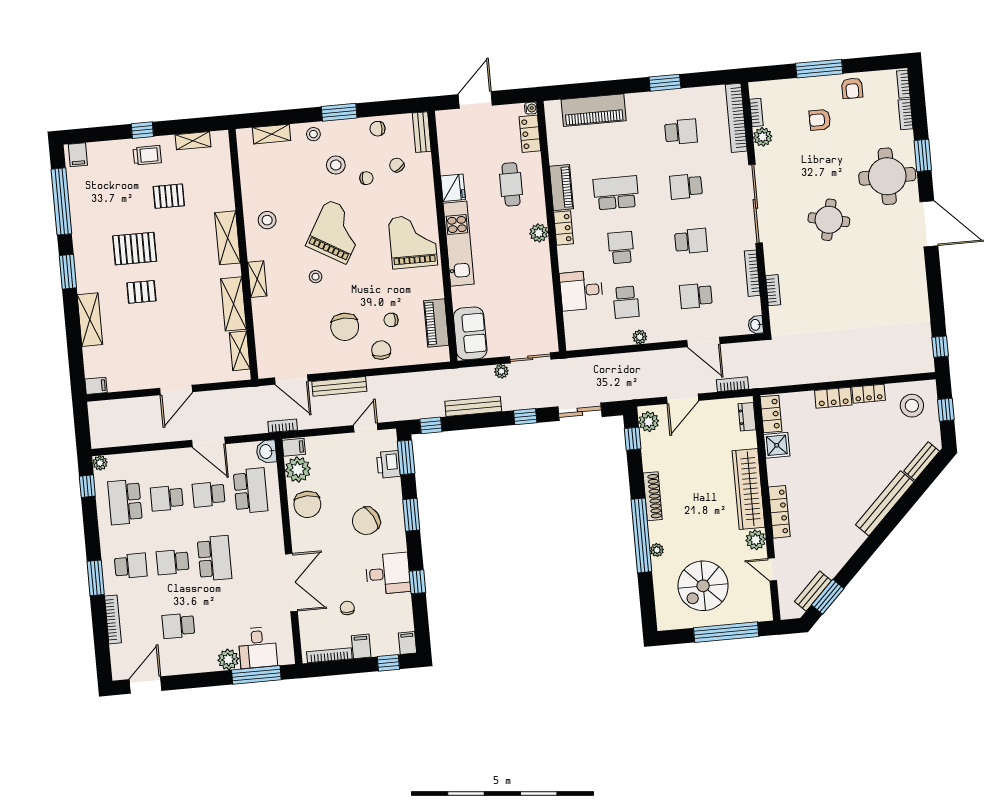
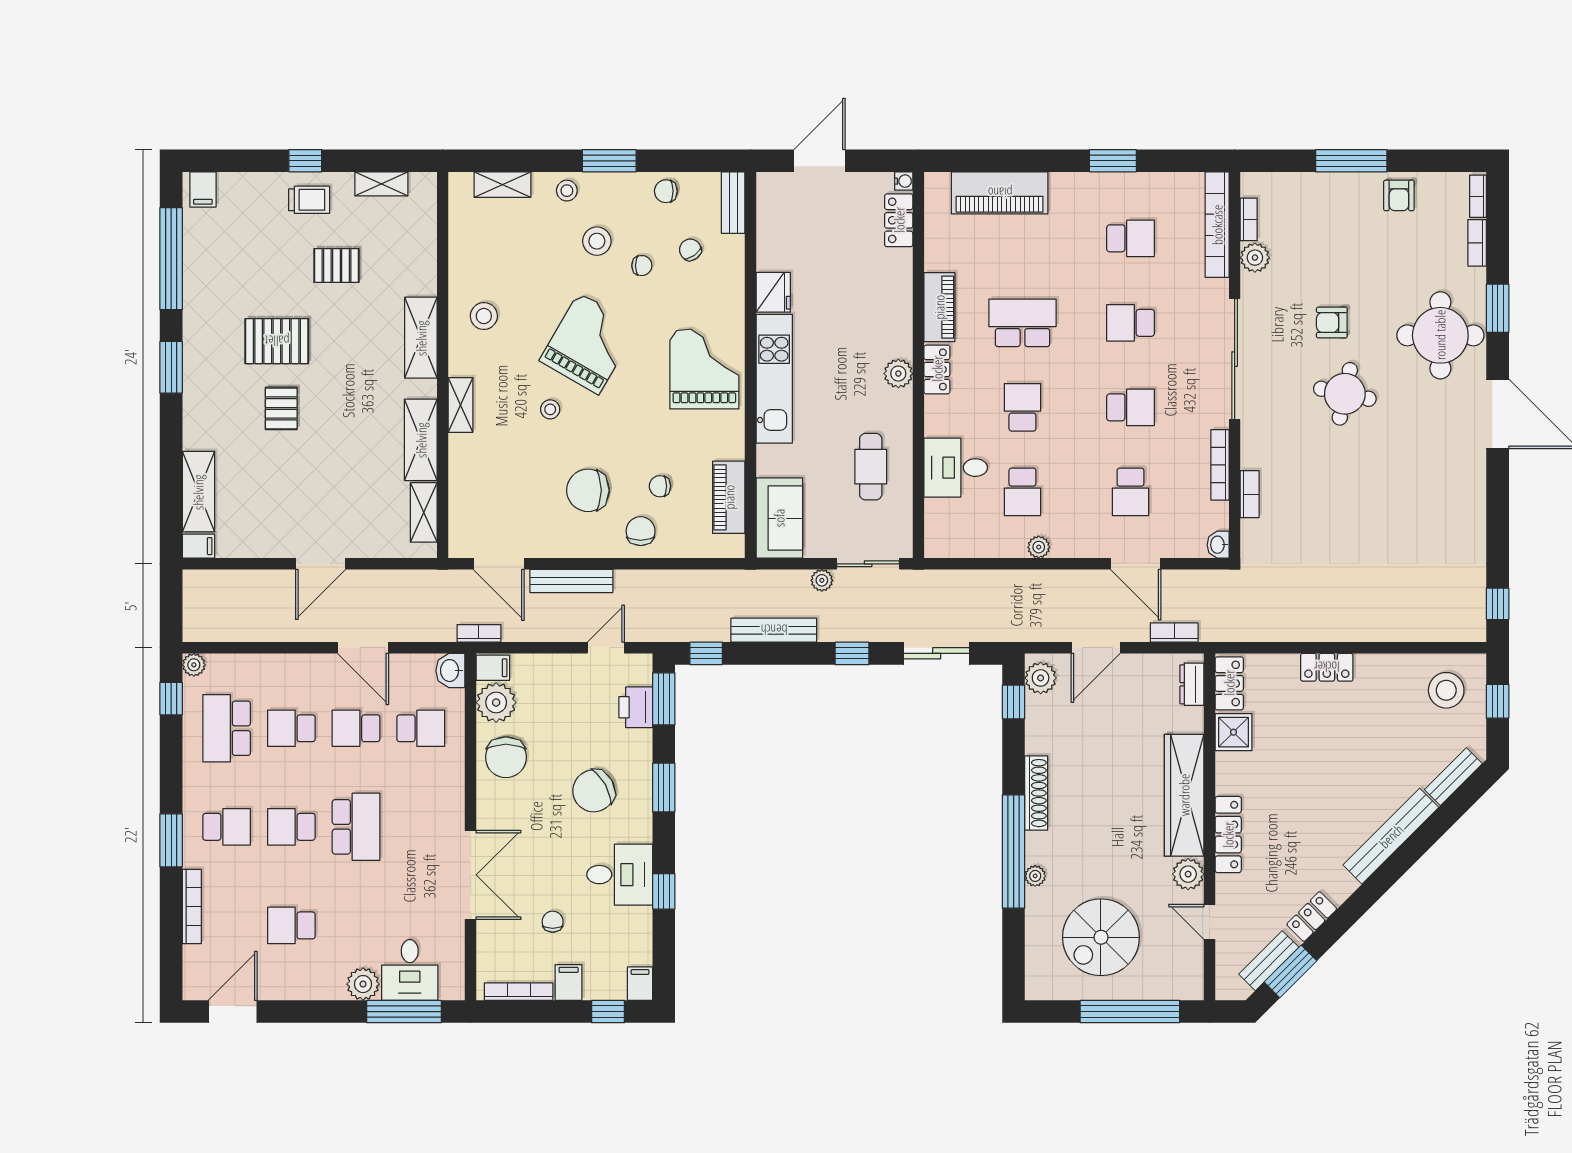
armchair: (820, 120) -> (1332, 323), moved
cafe table: (511, 184) -> (871, 467), moved
pallet: (141, 292) -> (281, 408), turned 90
school desk: (696, 296) -> (1131, 492), turned -90
shelving: (90, 320) -> (198, 492), moved
chair: (345, 327) -> (588, 490), turned 90
locker: (869, 394) -> (1312, 917), moved, turned 135
school desk: (251, 491) -> (421, 728), width x0.54

